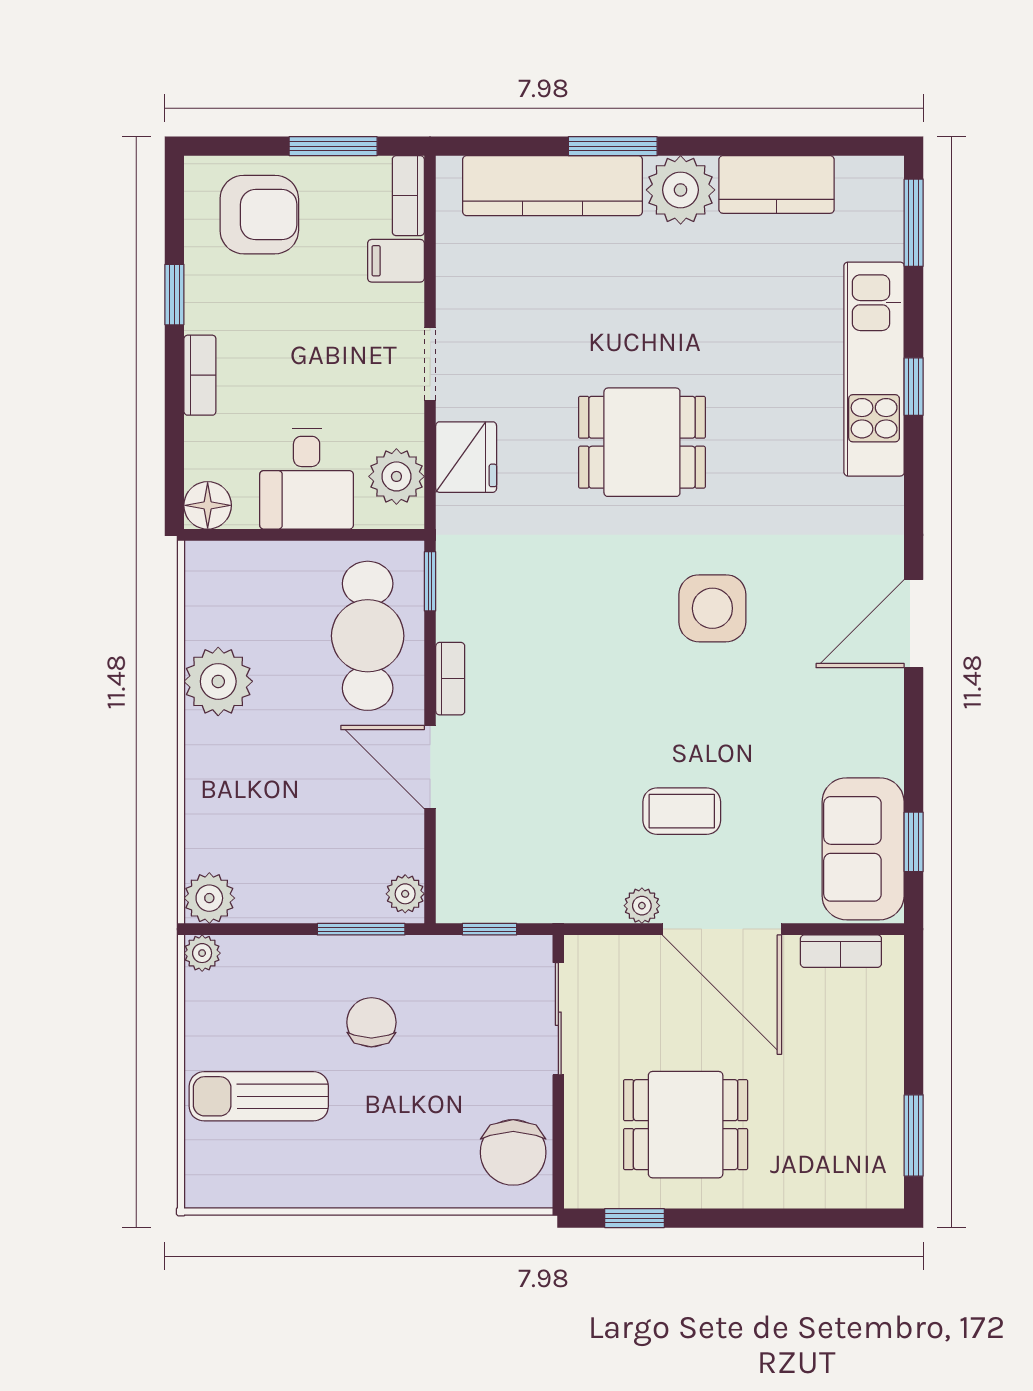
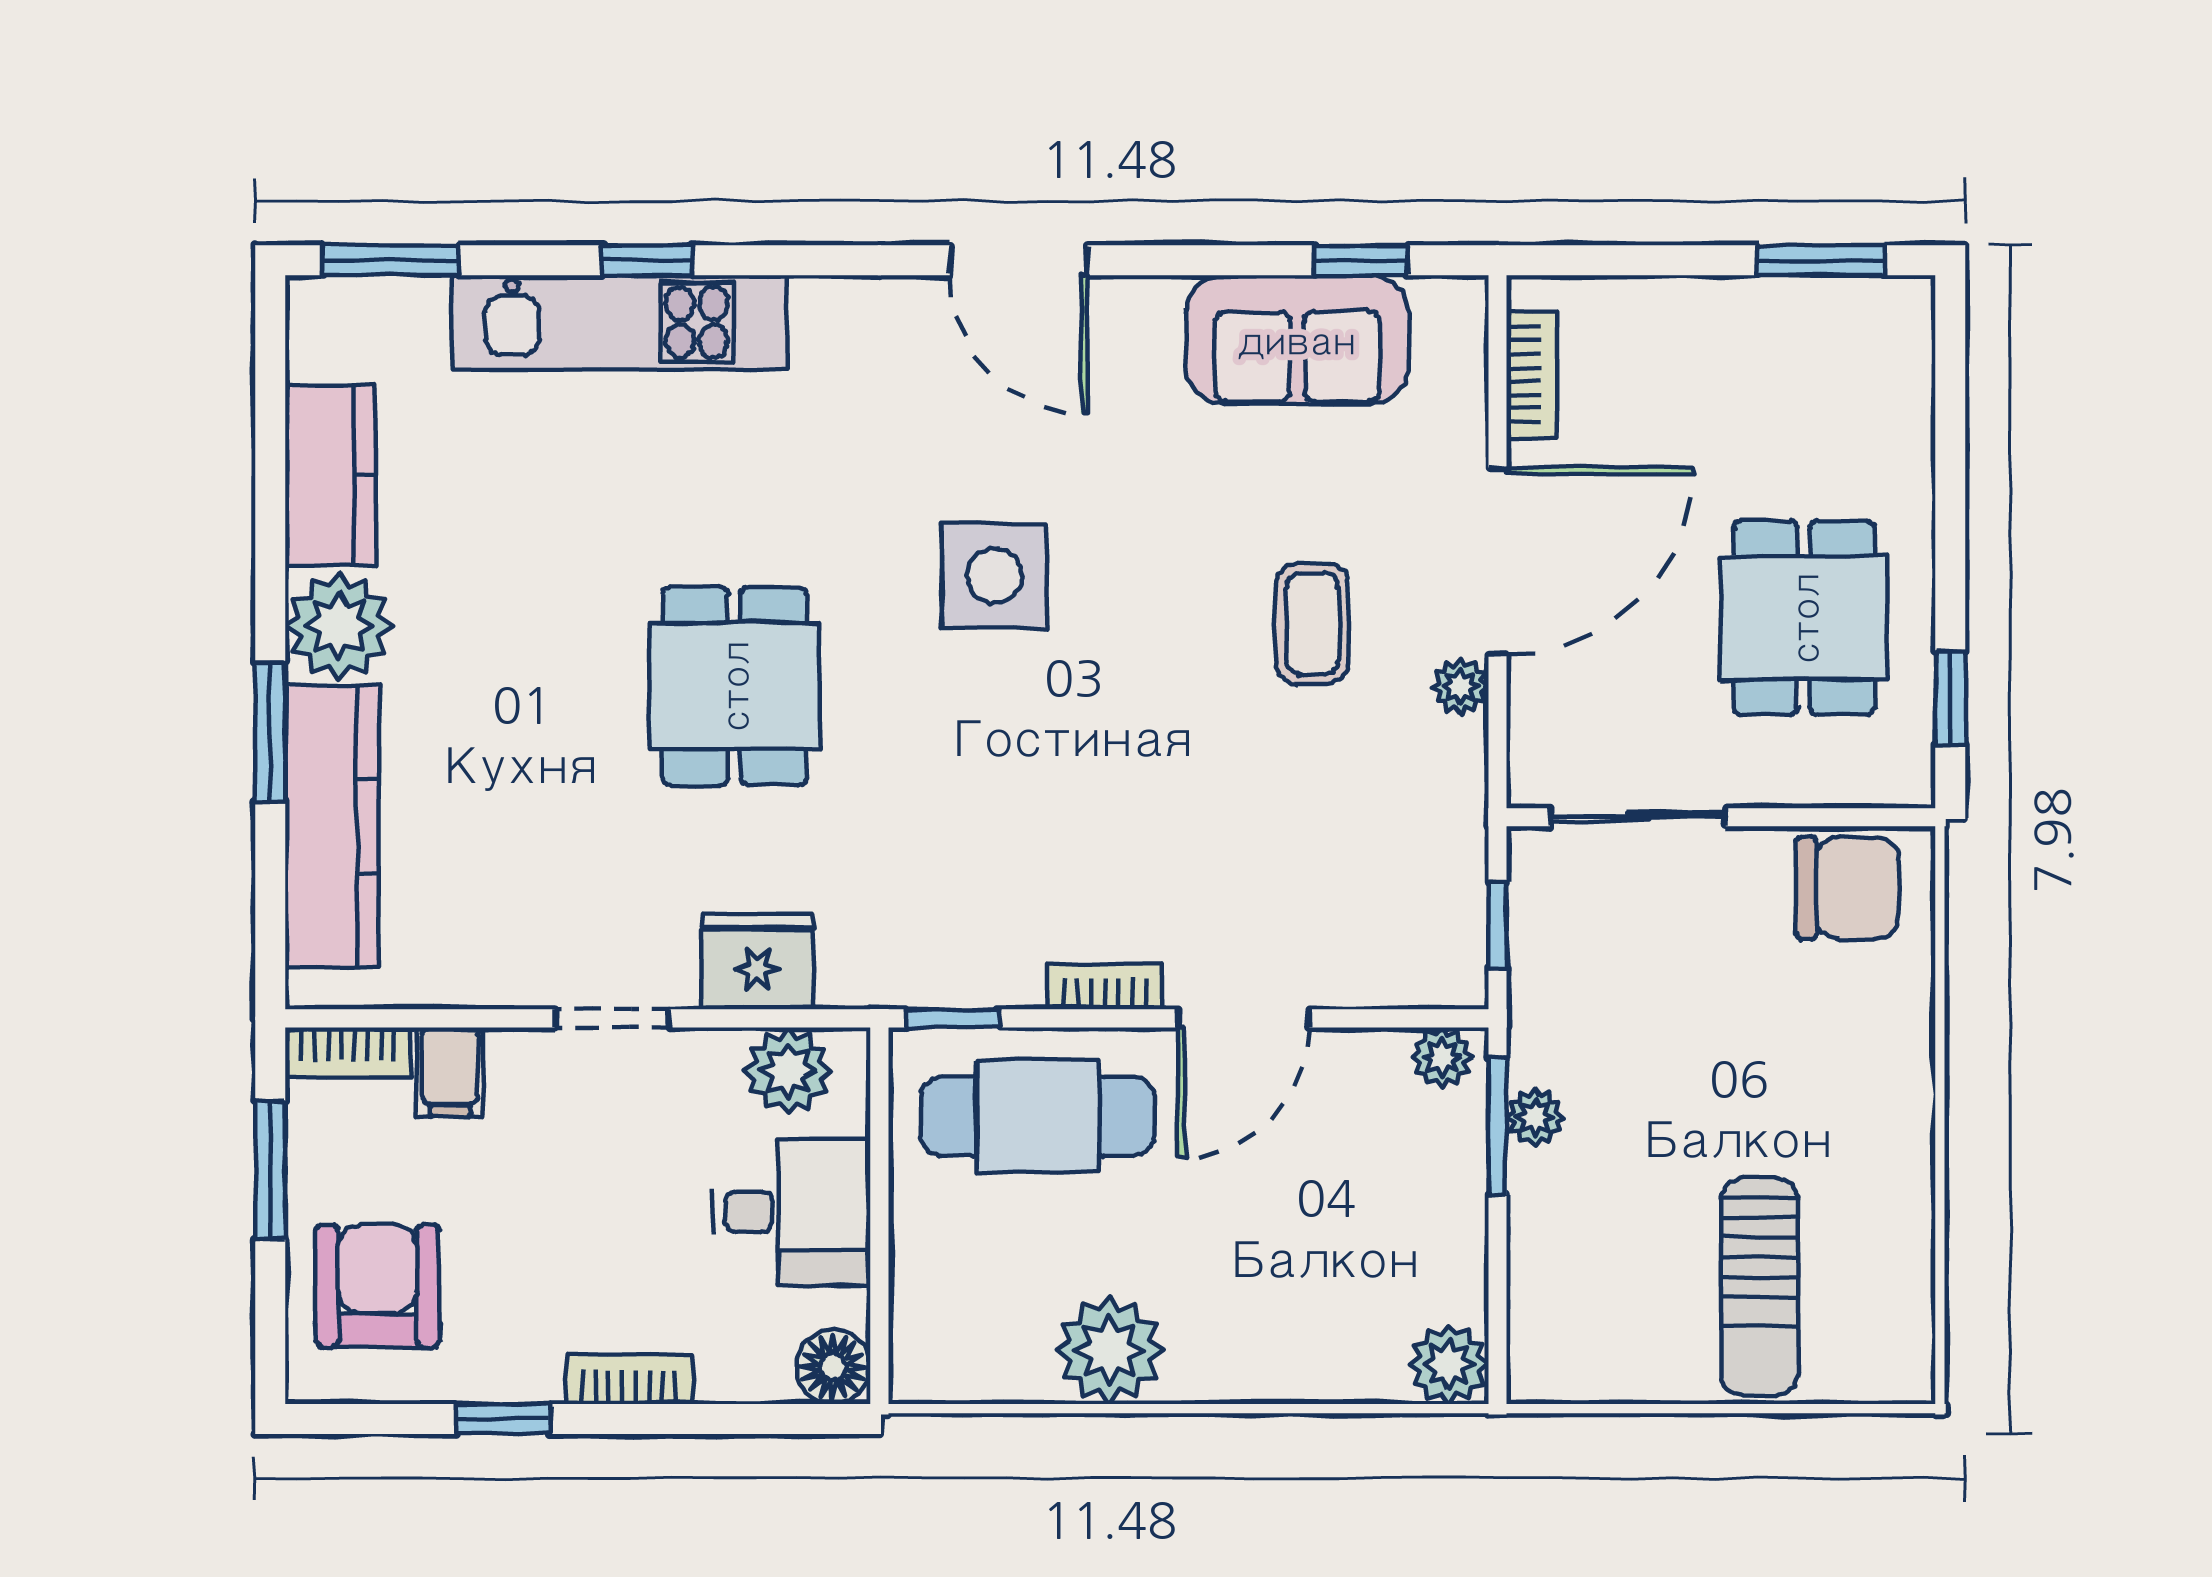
sofa: (863, 849) -> (1297, 340), moved
plant: (202, 953) -> (1535, 1117), moved
chair: (371, 1022) -> (1643, 1110), removed

